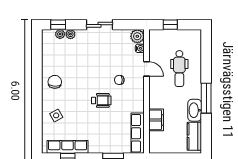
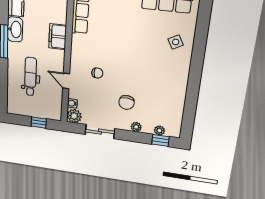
sliding door: (99, 25) -> (100, 132), moved
plant: (70, 34) -> (136, 127), moved
chair: (55, 82) -> (127, 102), moved
wheelchair: (101, 100) -> (120, 53), removed
filing cabinet: (156, 120) -> (58, 37), moved

